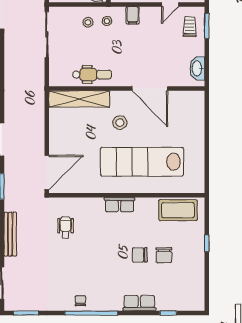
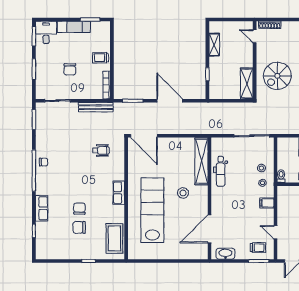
door: (150, 89) -> (210, 229), moved

